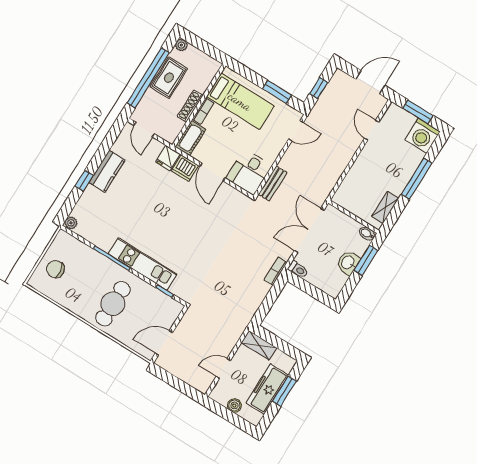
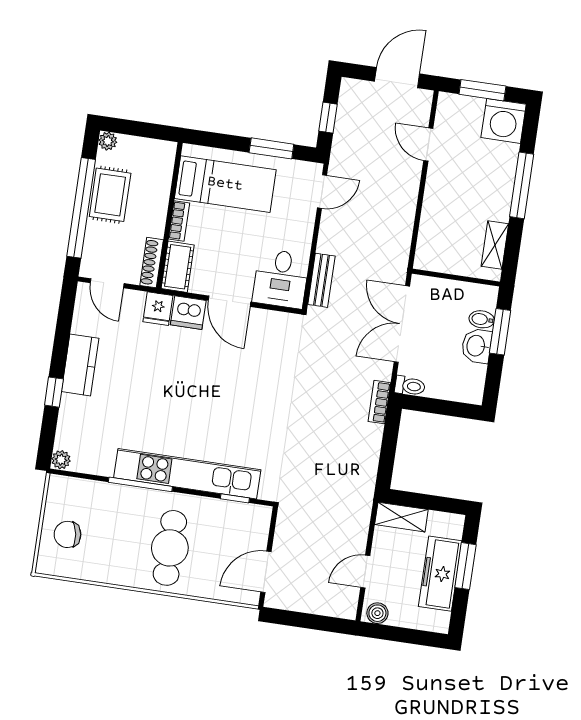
shoe rack: (190, 106) -> (152, 263), moved
bidet: (367, 234) -> (482, 319), moved
kitchen unit: (143, 264) -> (187, 474), width x1.36
boiler: (234, 405) -> (377, 613), moved

